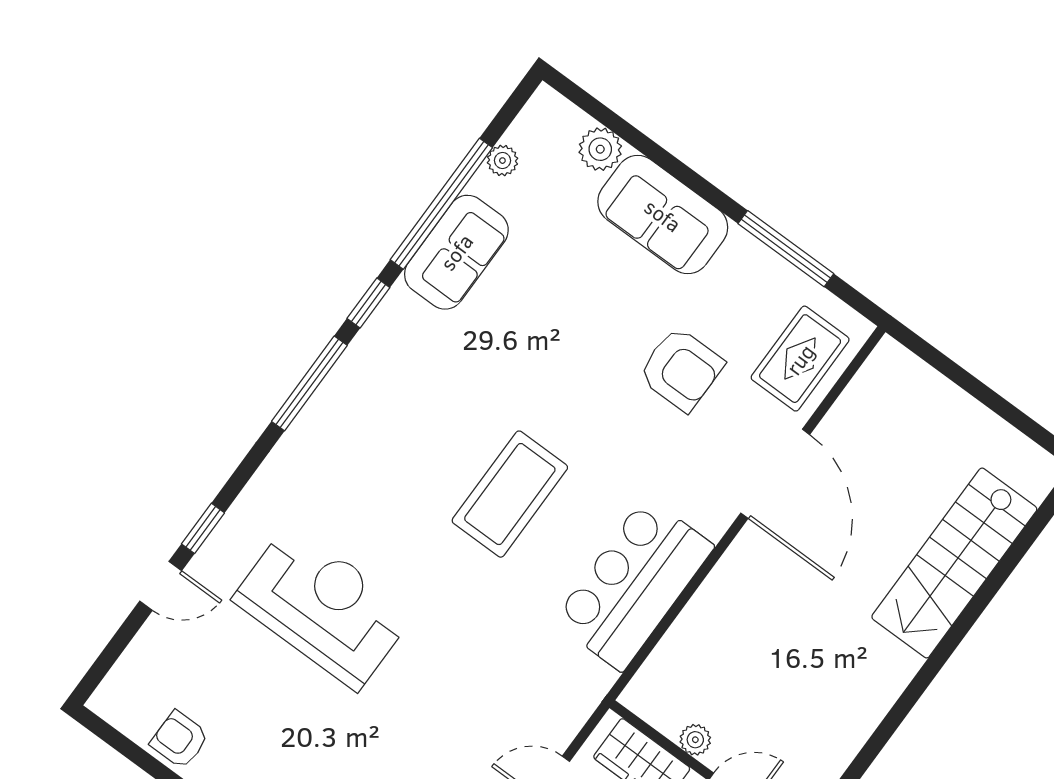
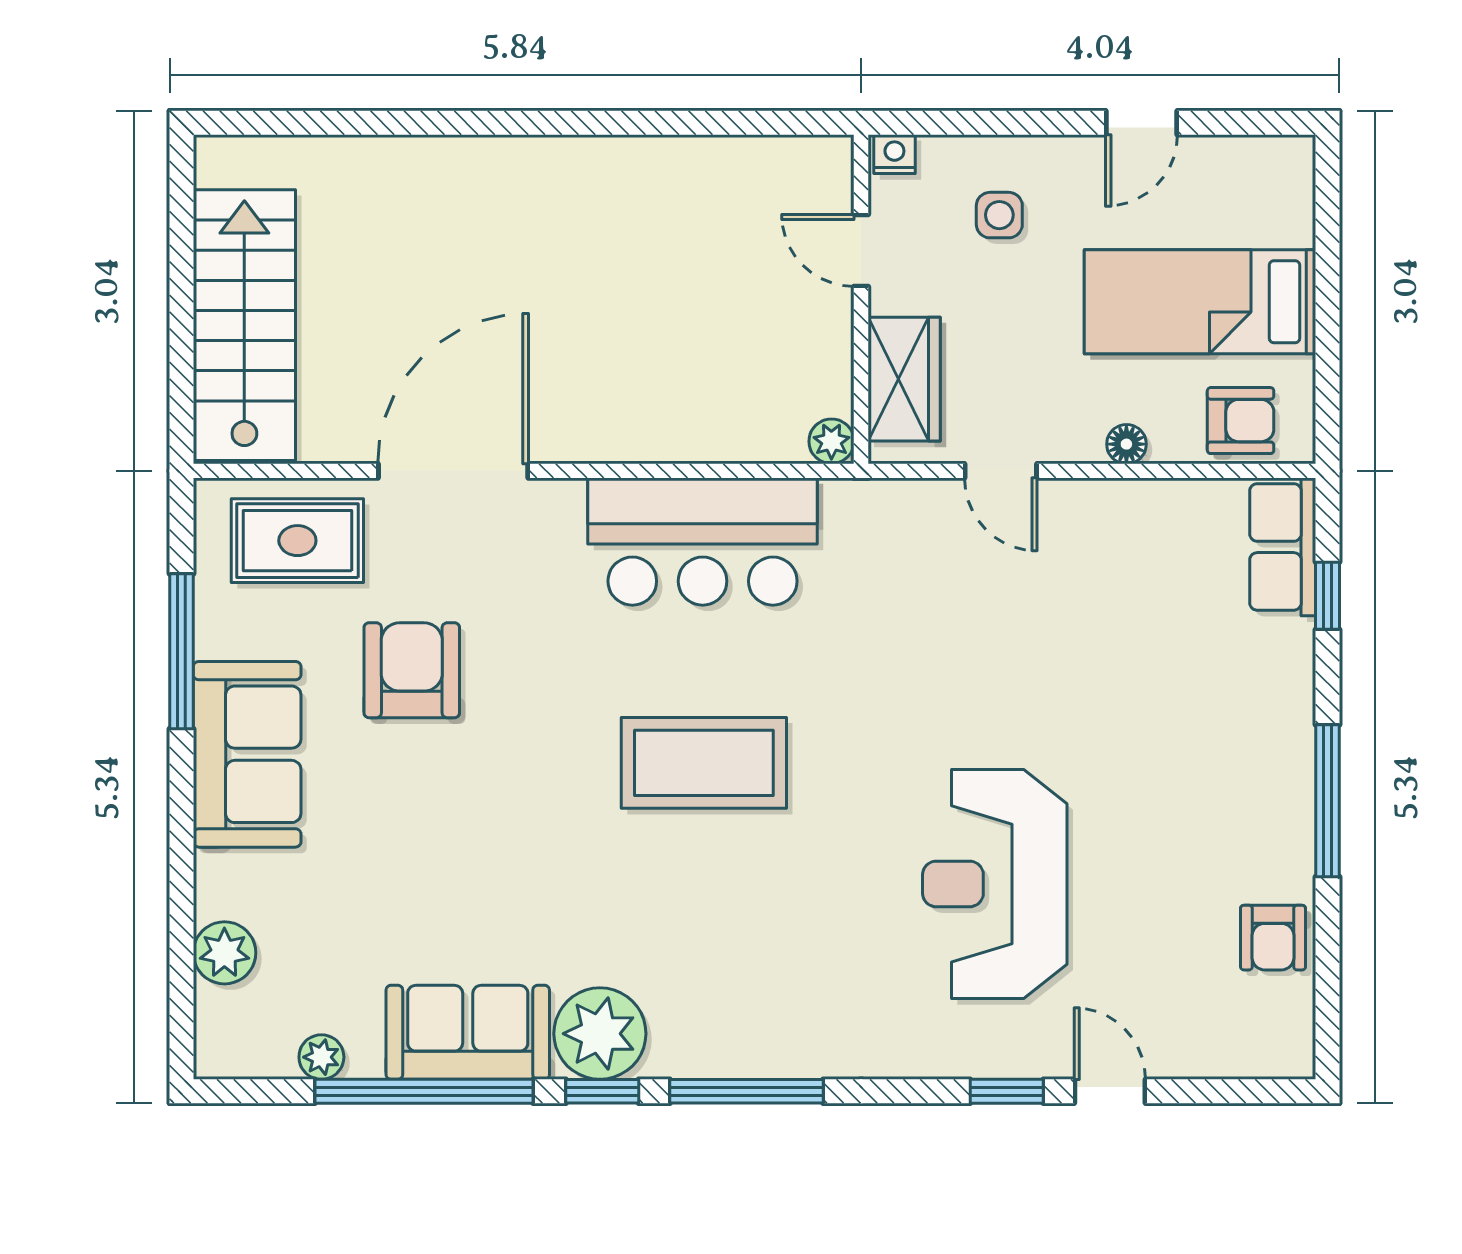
sofa: (663, 215) -> (247, 754), moved
plant: (402, 325) -> (600, 1034), added
stairs: (954, 563) -> (244, 325), moved, turned -90
plant: (695, 740) -> (831, 441), moved

